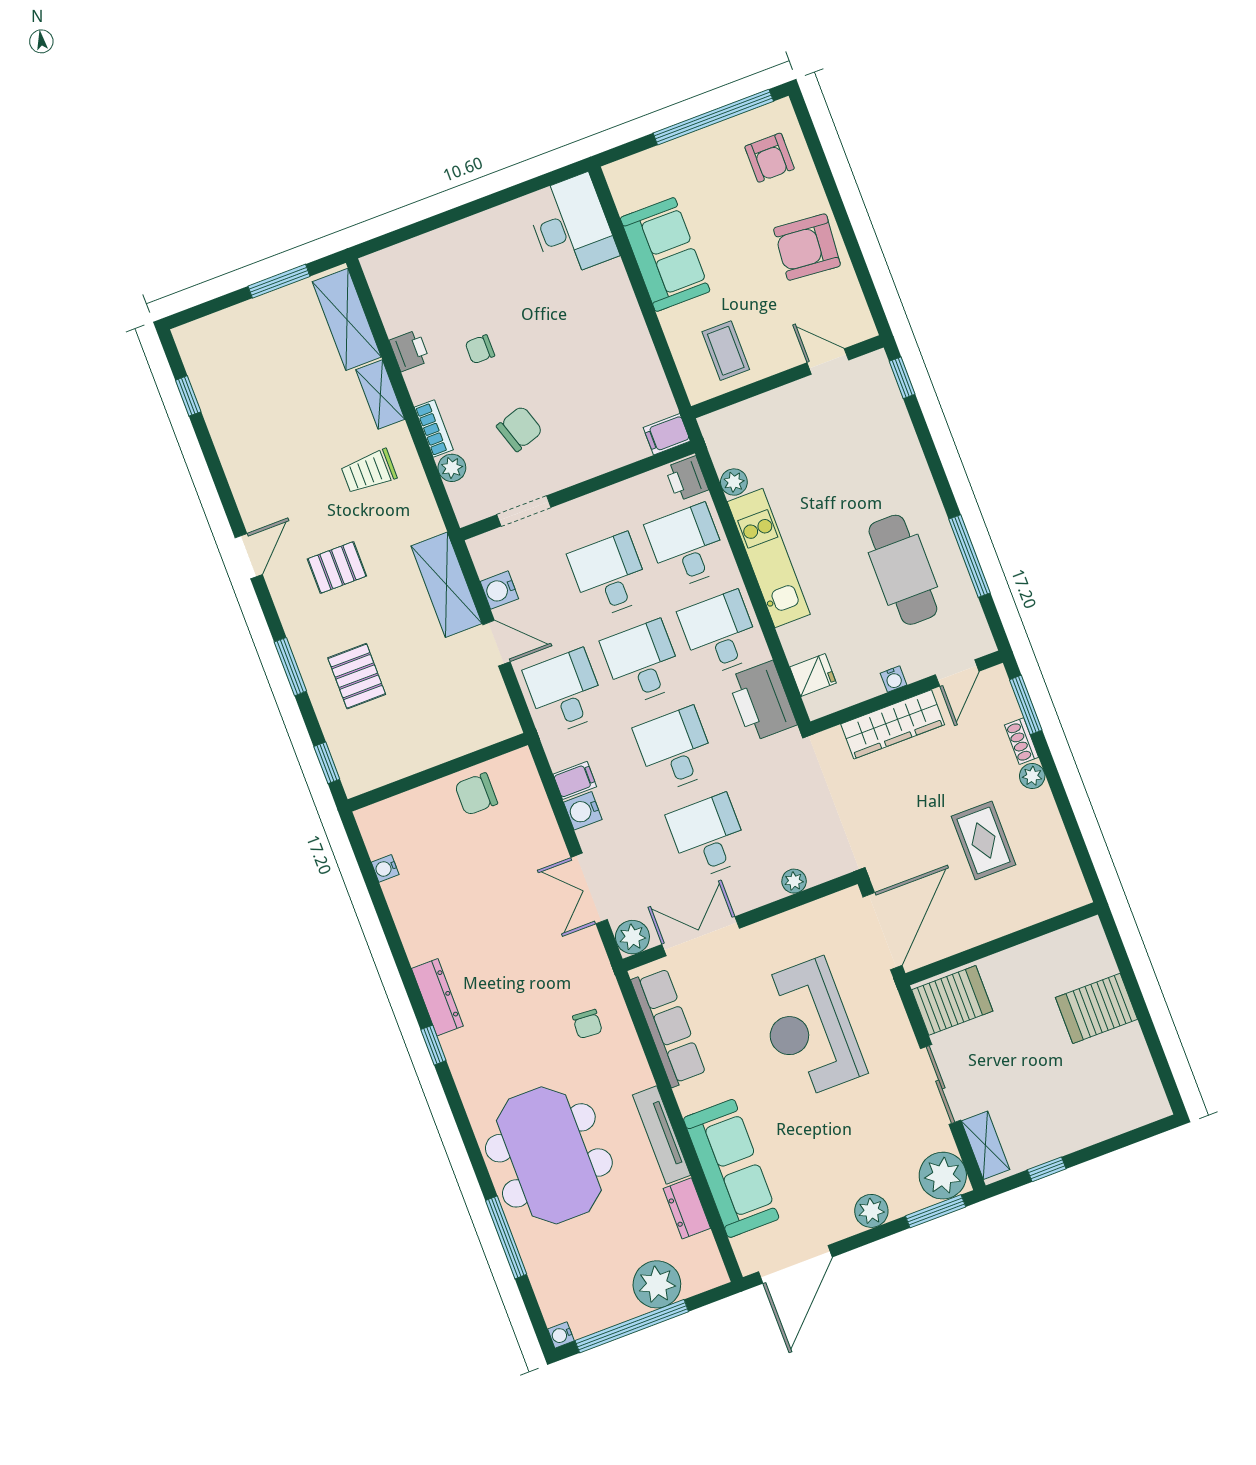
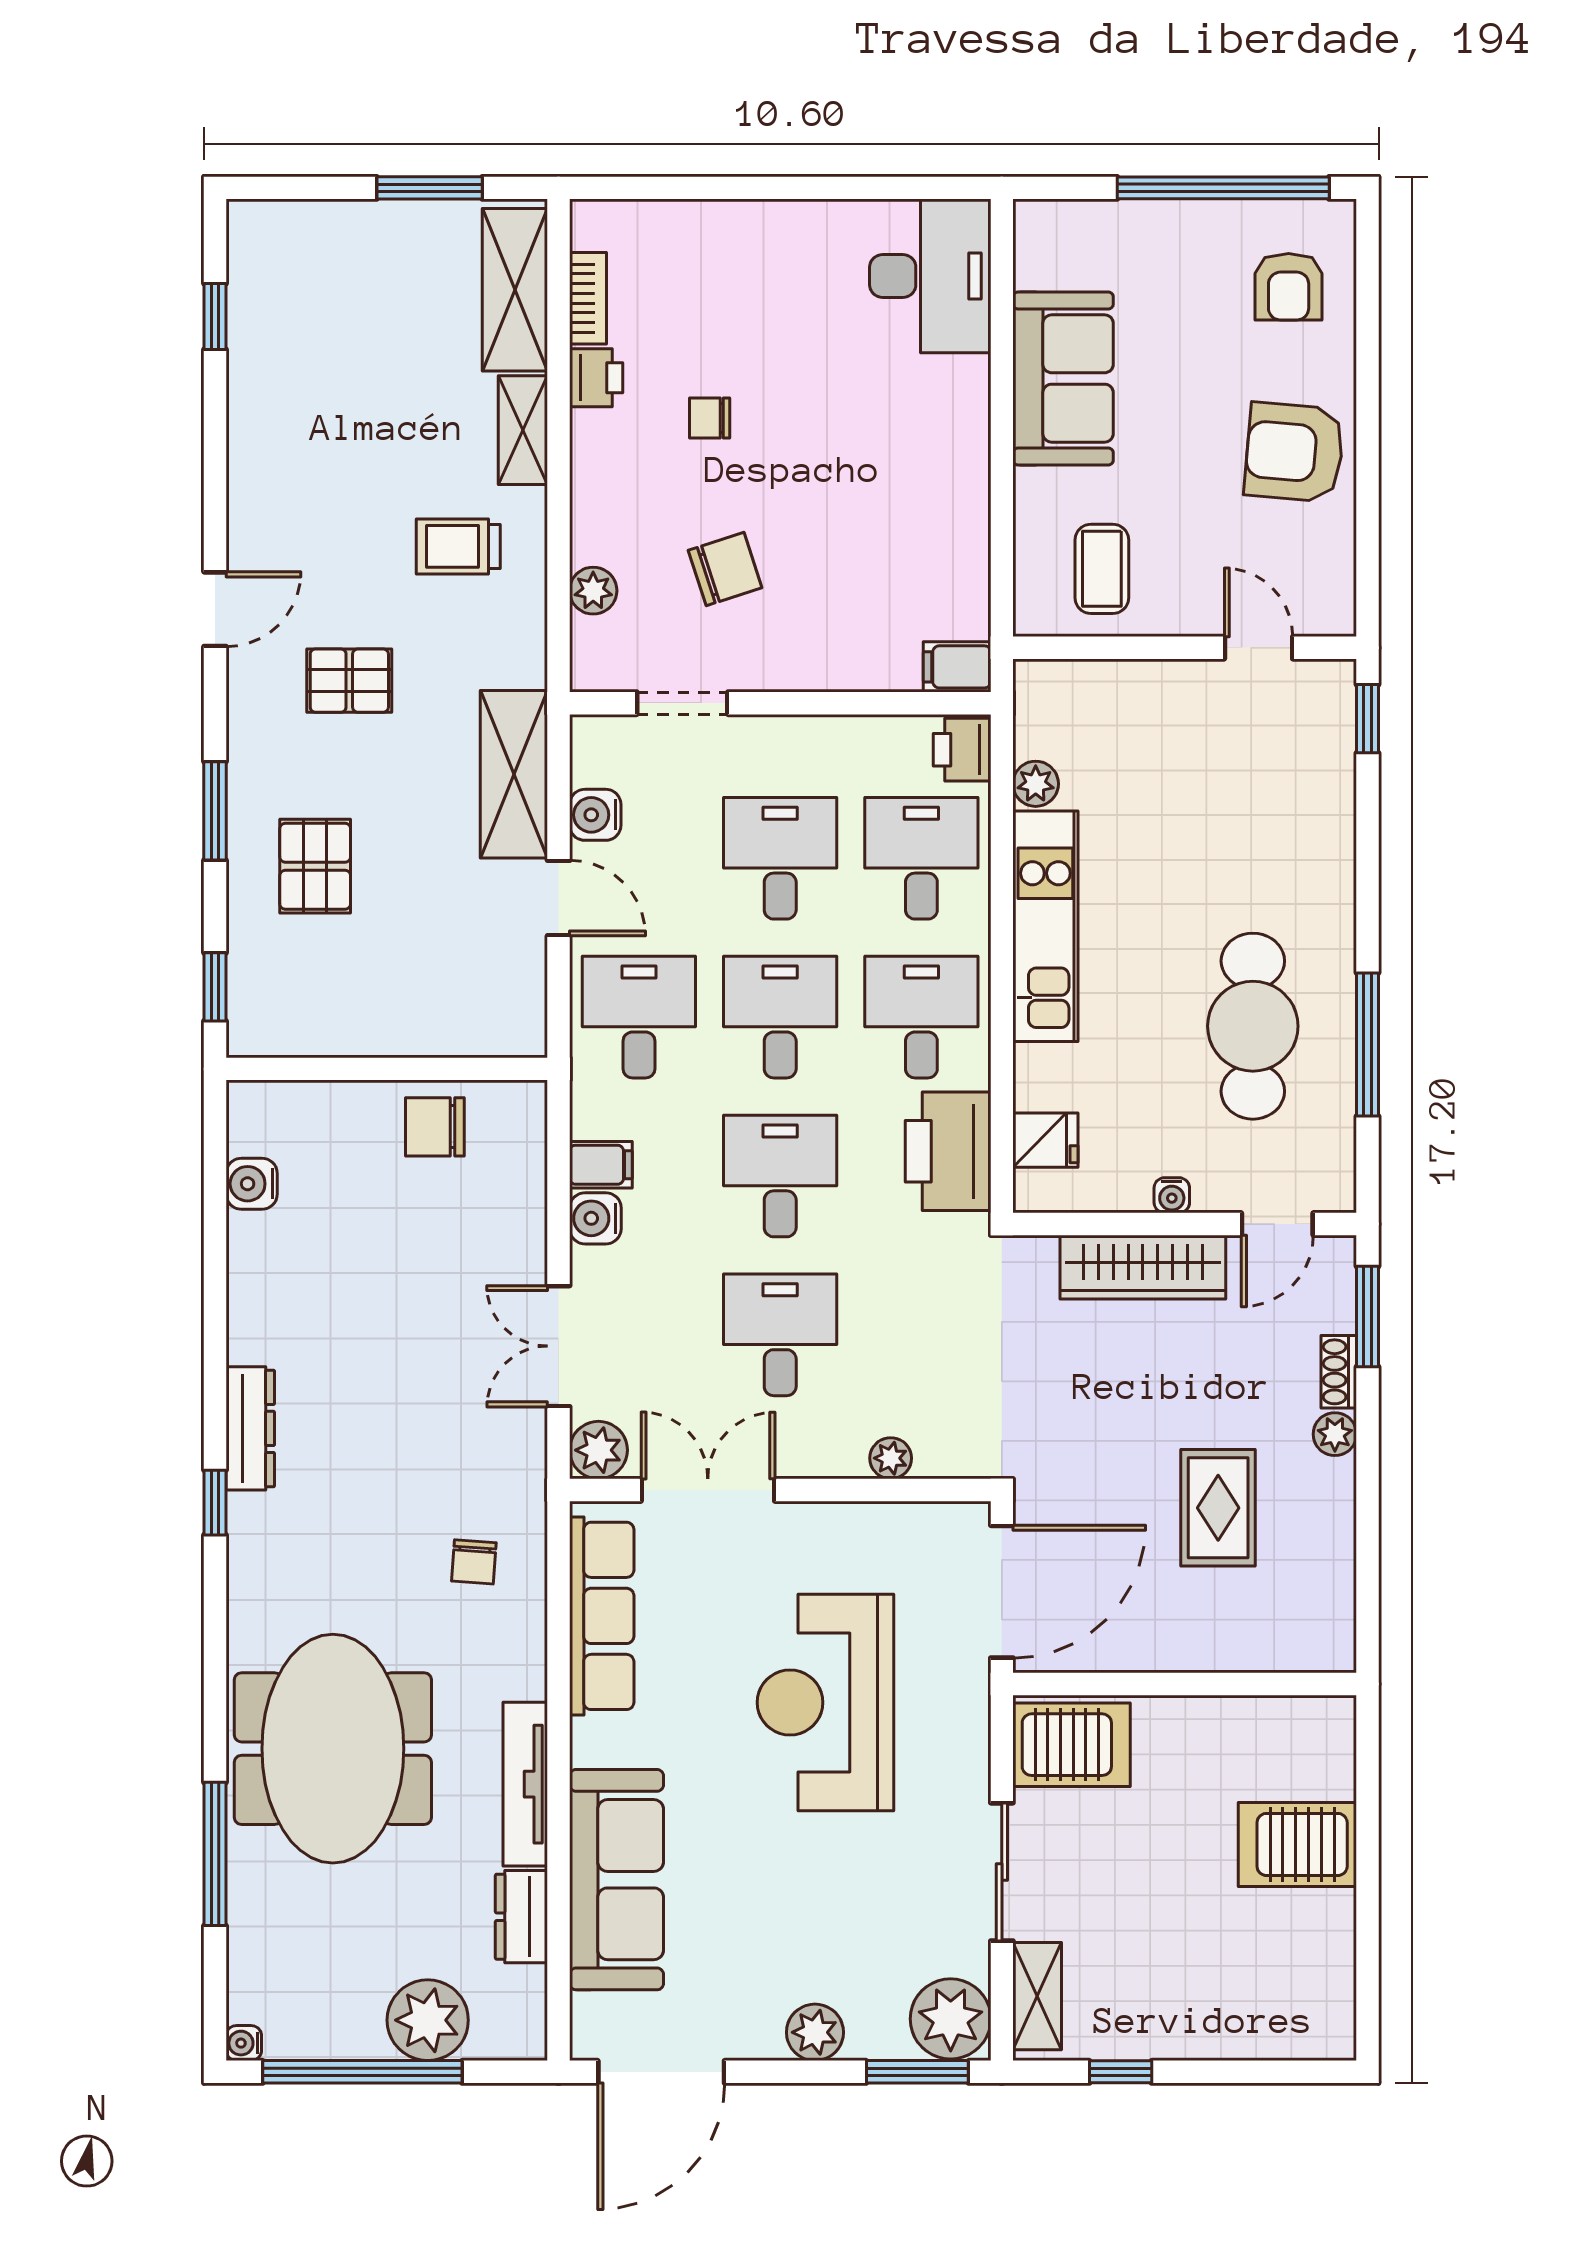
bookcase: (434, 428) -> (588, 298), moved
water cooler: (385, 868) -> (252, 1184), width x1.38, depth x1.38

